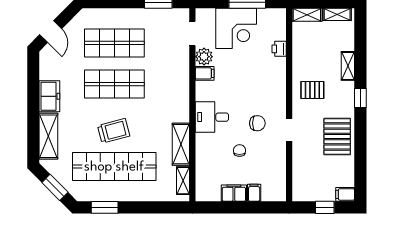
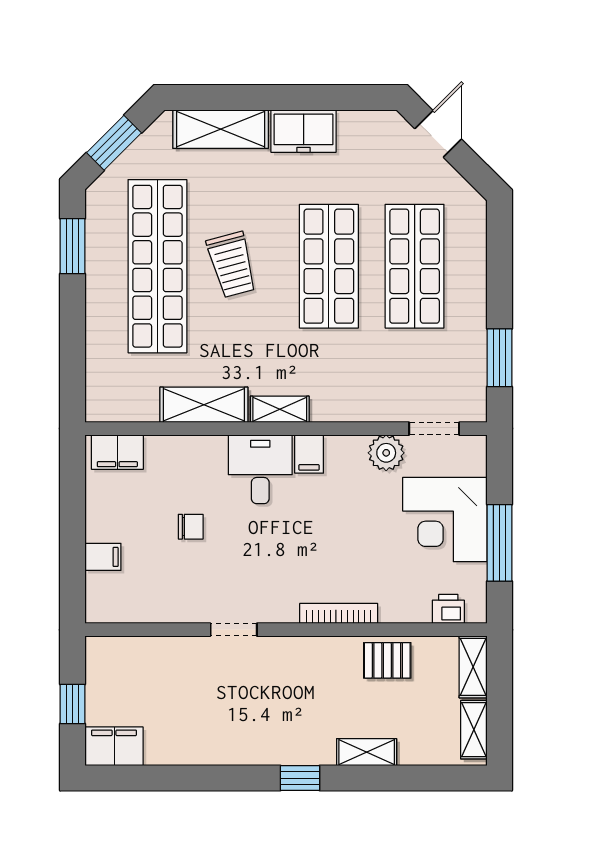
door: (51, 32) -> (438, 134), swing flipped
printer: (279, 49) -> (448, 609), moved
filing cabinet: (205, 73) -> (309, 454), moved
bookcase: (281, 79) -> (339, 613), added
pallet: (312, 90) -> (387, 660), moved, turned 90
chair: (257, 123) -> (248, 564), removed
pallet: (337, 136) -> (220, 730), removed
shelving: (183, 181) -> (280, 409), moved
filing cabinet: (234, 193) -> (117, 452), moved, turned 90
filing cabinet: (345, 194) -> (114, 746), width x2.00

